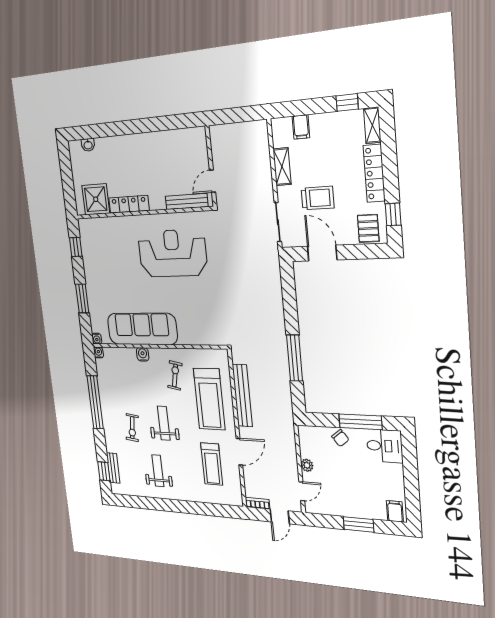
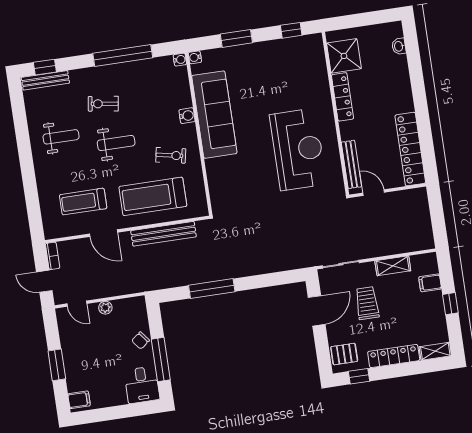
window: (347, 102) -> (450, 304), moved
locker: (174, 140) -> (410, 149), added
trolley: (318, 198) -> (367, 303), turned 180
bench: (113, 468) -> (45, 80), width x1.36

